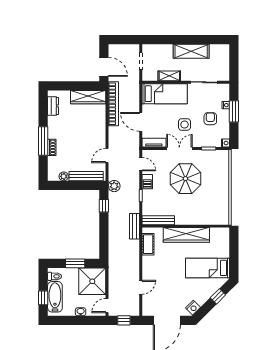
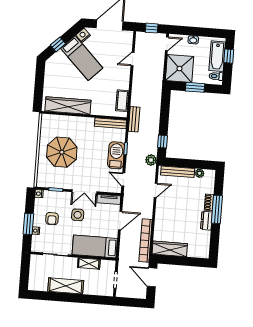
dresser: (53, 106) -> (206, 221), moved
door: (141, 122) -> (120, 221), hinge flipped
parasol: (185, 179) -> (62, 152), moved
barbecue: (147, 182) -> (116, 155), width x1.88, depth x1.53
wardrobe: (186, 235) -> (68, 106), moved
bed: (207, 268) -> (82, 58), moved, turned 45

